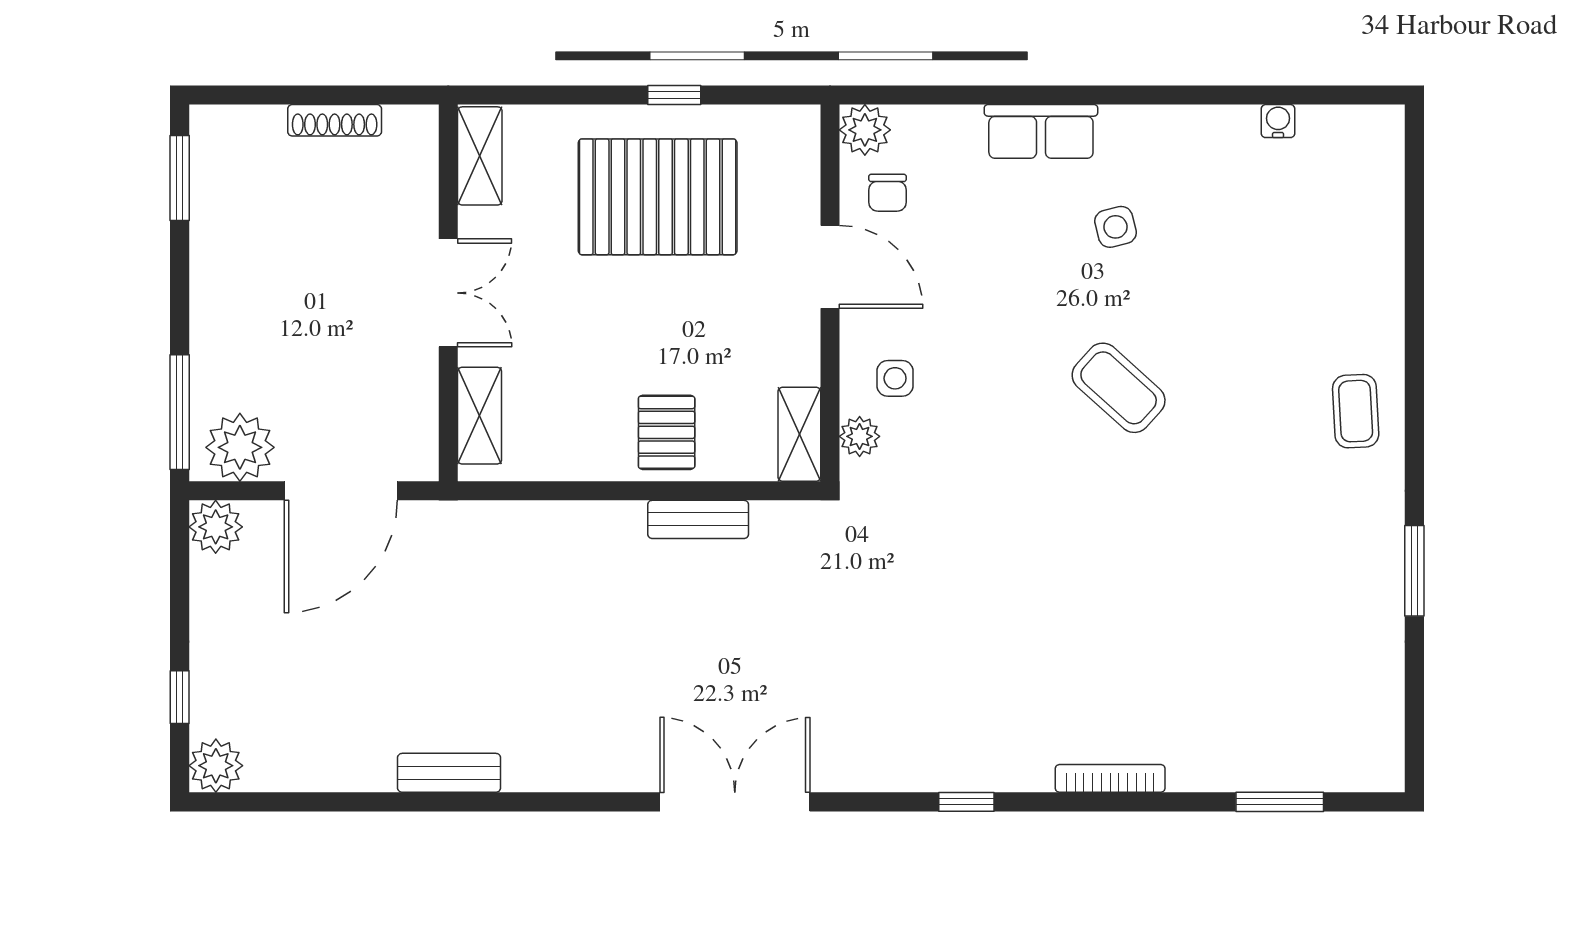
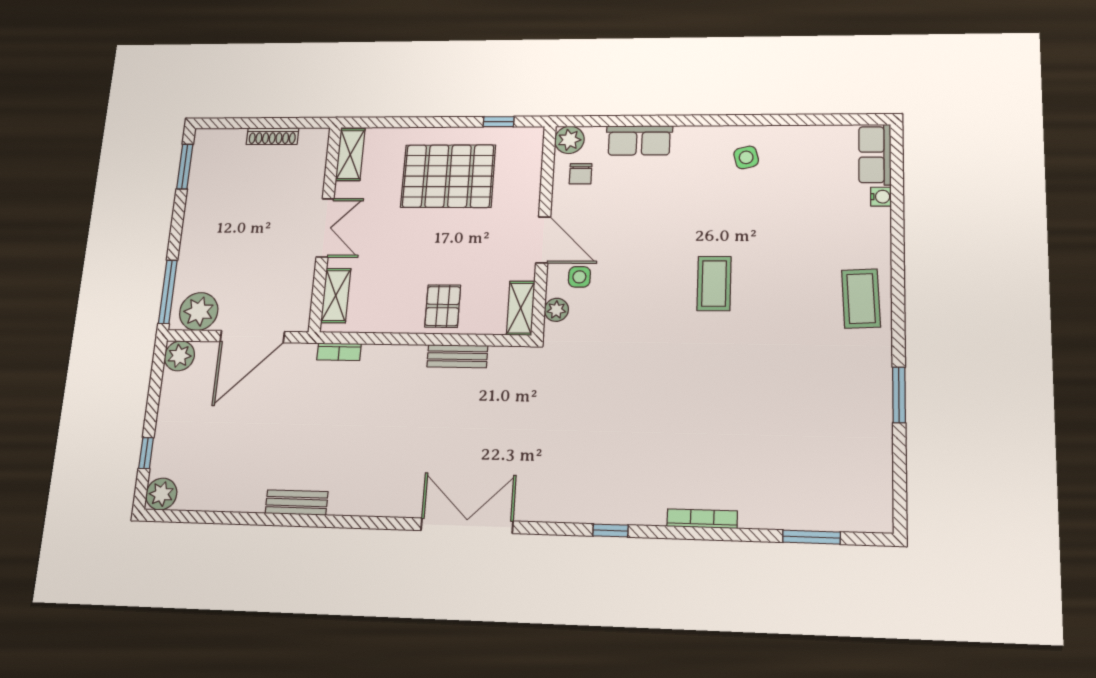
window: (674, 95) -> (499, 122), moved
water cooler: (1278, 121) -> (881, 197), moved, turned 90
row of seats: (1041, 131) -> (639, 140), moved
row of seats: (1379, 159) -> (875, 155), added
side table: (1116, 227) -> (746, 157), moved
door: (830, 267) -> (543, 240), moved
coffee table: (1119, 388) -> (714, 283), turned 48
coffee table: (1356, 411) -> (861, 299), width x1.36, depth x1.30
bookcase: (495, 515) -> (339, 352), added

